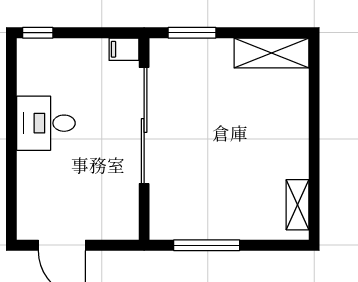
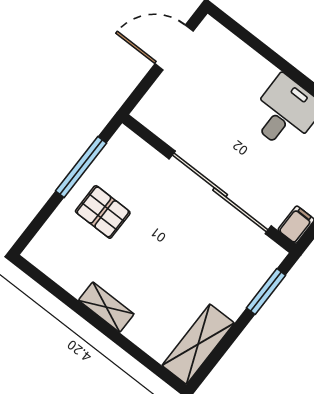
pallet: (228, 202) -> (103, 212), added
shelving: (298, 205) -> (106, 307), moved

